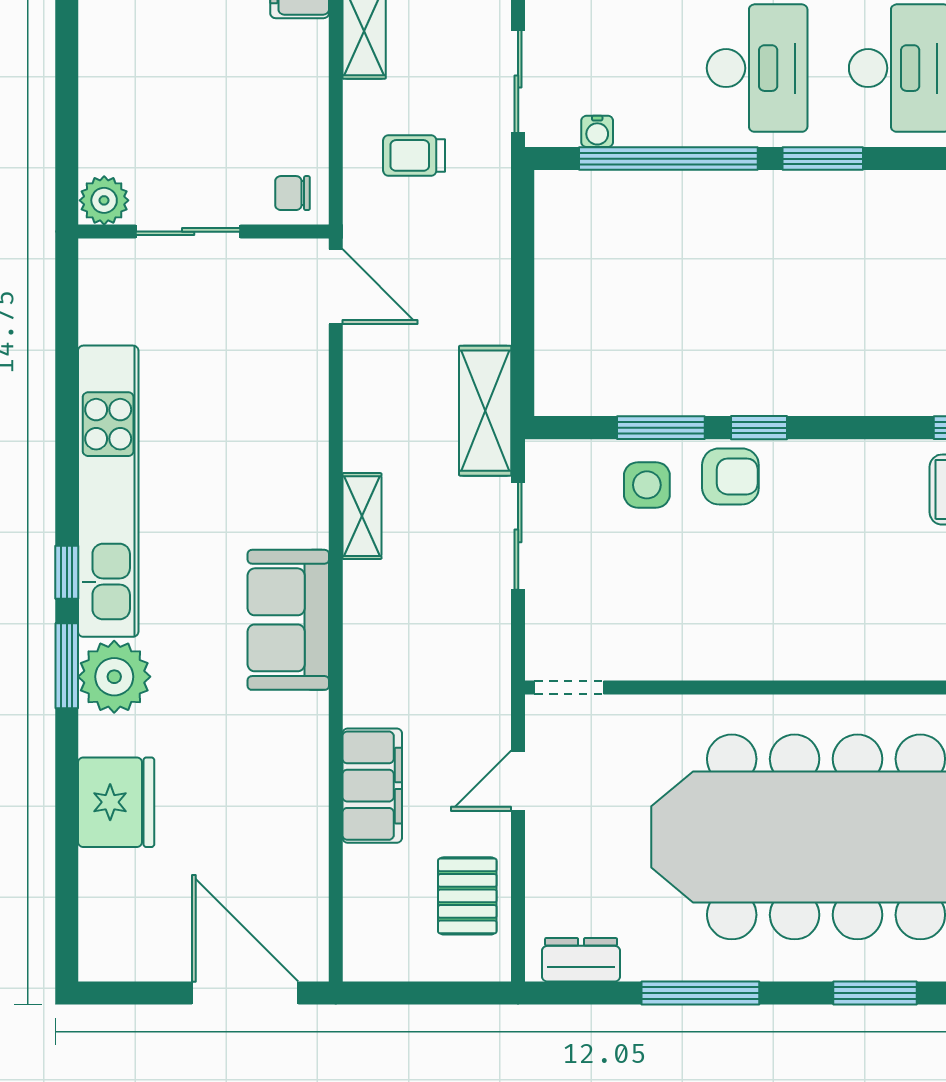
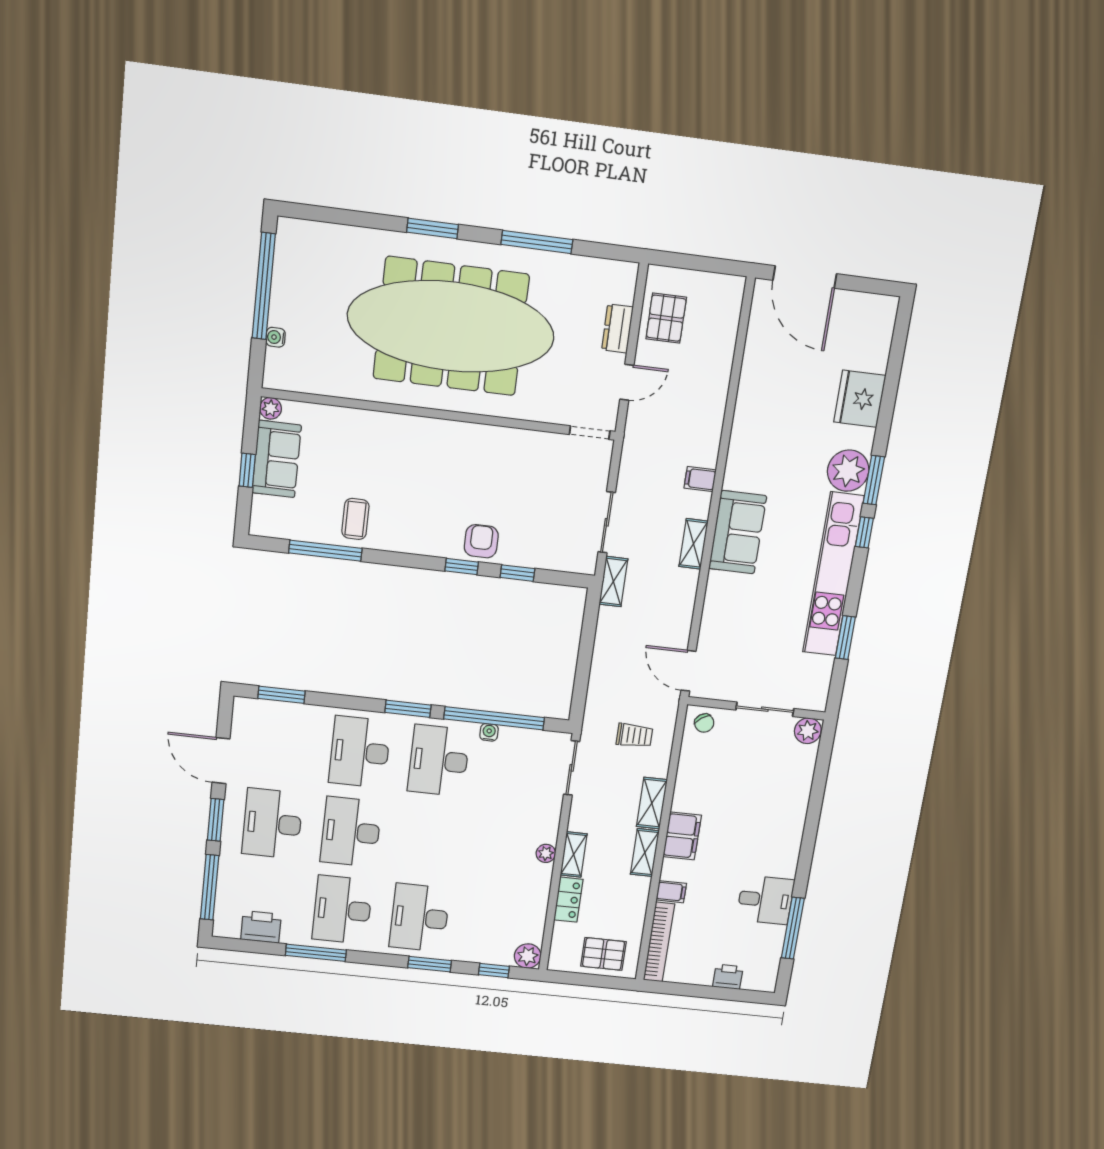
water cooler: (597, 131) -> (489, 732), moved
chair: (293, 193) -> (704, 723), turned 54
window: (67, 380) -> (845, 637), added
shelving: (485, 411) -> (613, 582), width x0.67, depth x0.75
window: (661, 428) -> (517, 573), width x0.67
armchair: (730, 476) -> (481, 541), turned 90
side table: (647, 485) -> (530, 542), removed
sofa: (288, 620) -> (738, 532), moved
filing cabinet: (372, 786) -> (700, 479), moved, width x0.33, depth x0.86
dresser: (581, 960) -> (617, 328), moved, turned 90

